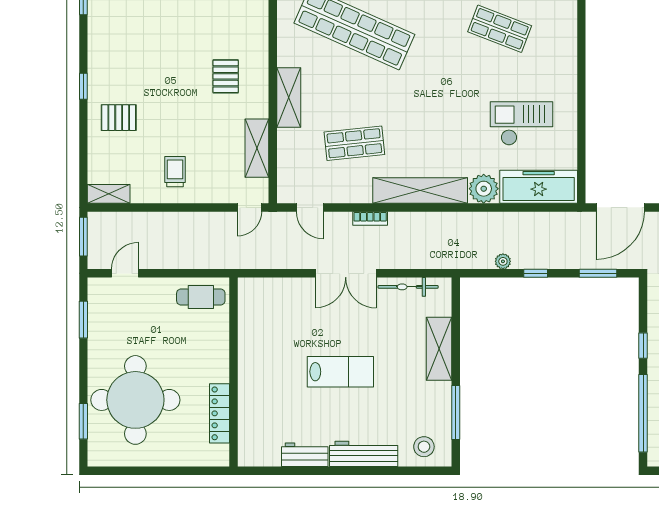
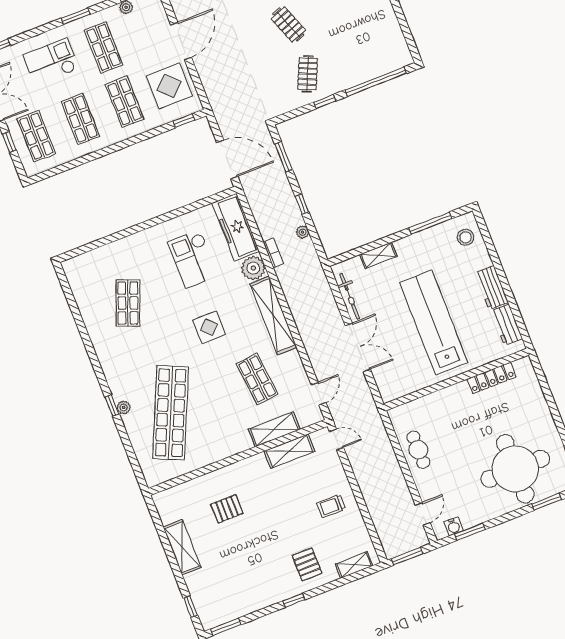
pallet: (226, 76) -> (227, 509), moved
shelving: (289, 97) -> (274, 429), moved
display table: (435, 111) -> (209, 327), added
shelving: (109, 194) -> (354, 565), moved, turned 90
bookcase: (370, 218) -> (273, 253), moved
door: (125, 273) -> (423, 514), swing flipped
water cooler: (97, 303) -> (453, 526), added
shelving: (439, 349) -> (378, 255), width x0.67, depth x0.75
wall: (234, 372) -> (456, 380), moved
lab bench: (340, 372) -> (434, 322), width x1.86, depth x1.39
locker: (220, 413) -> (491, 378), moved
workbench: (364, 454) -> (492, 288), width x0.73

